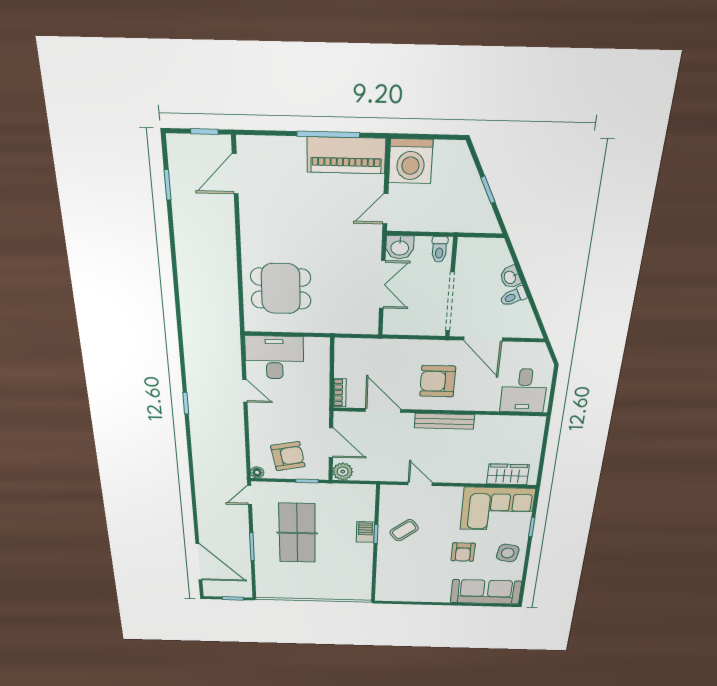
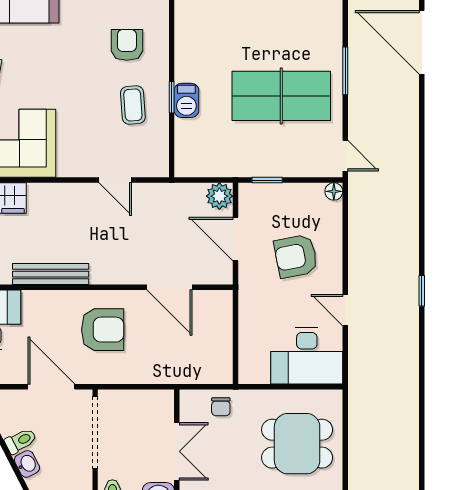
double door: (382, 285) -> (177, 451), swing flipped
chair: (344, 320) -> (221, 407), added
bookcase: (340, 393) -> (225, 311), removed
bench: (444, 421) -> (51, 274), moved
armchair: (288, 456) -> (296, 256), moved
door: (250, 495) -> (345, 156), hinge flipped
coffee table: (404, 530) -> (133, 105), turned -56
table tennis table: (297, 533) -> (281, 96), turned 90
armchair: (463, 552) -> (127, 45), moved

